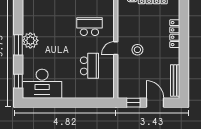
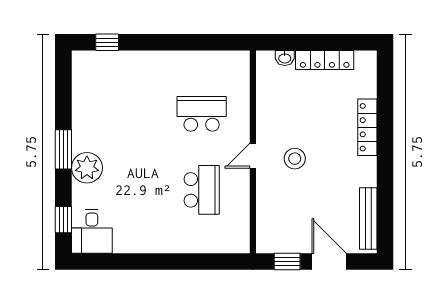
plant: (30, 40) -> (87, 168), moved
desk: (42, 84) -> (92, 231), width x0.53, depth x0.77

